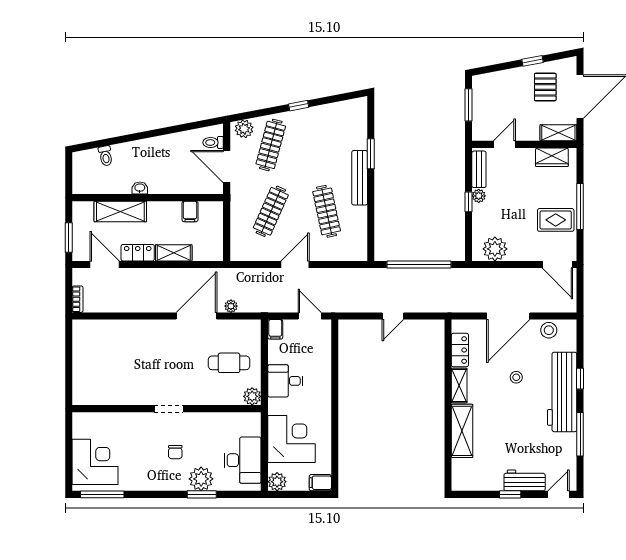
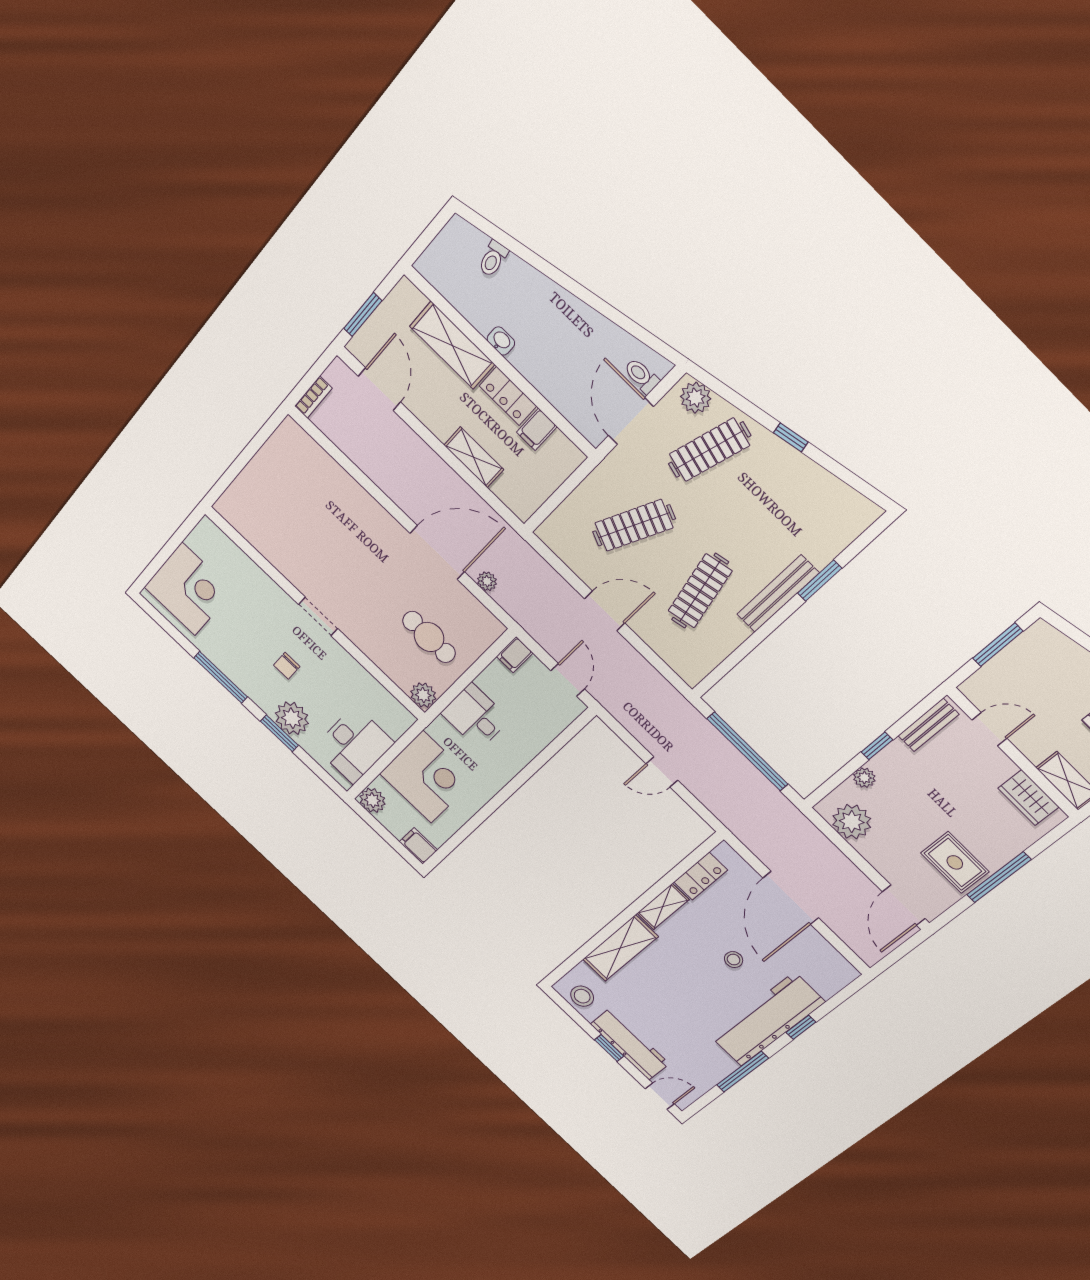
plant: (479, 196) -> (864, 778), moved
locker: (138, 253) -> (508, 396), moved, turned 180
door: (508, 316) -> (791, 898), hinge flipped
stool: (549, 330) -> (582, 996), moved
workbench: (525, 480) -> (630, 1044), width x1.38
window: (102, 494) -> (221, 677), moved

